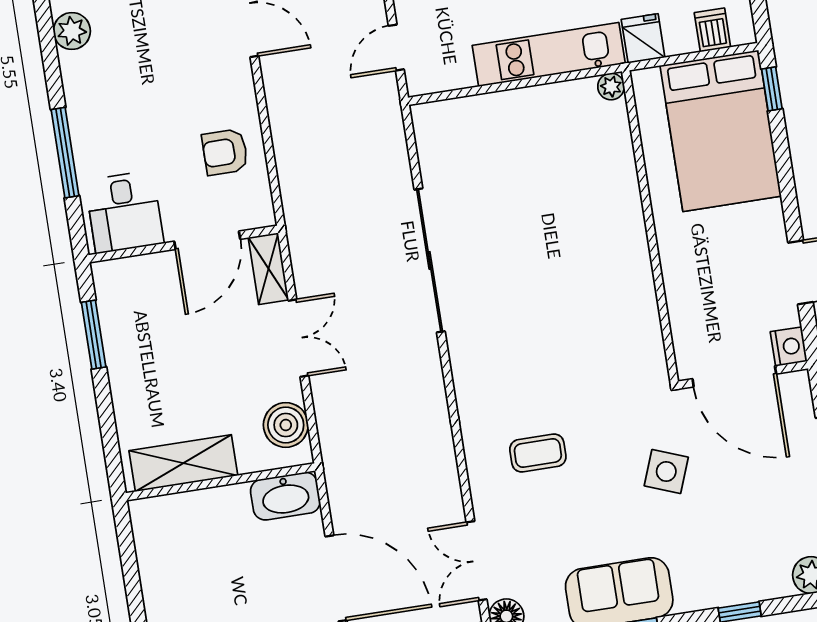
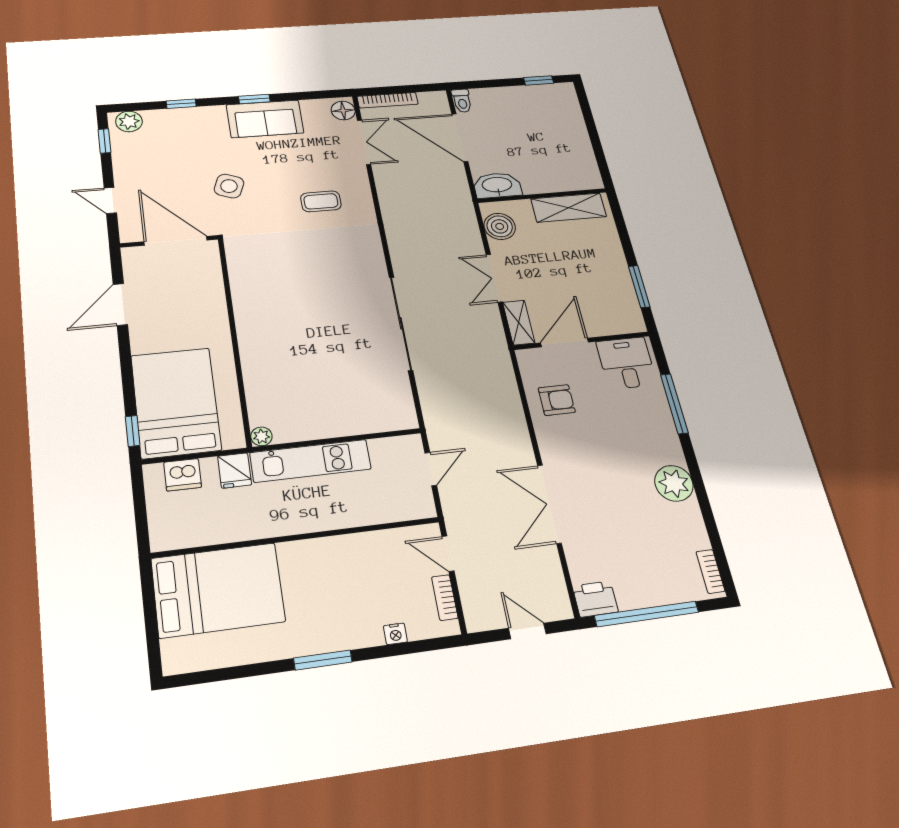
dishwasher: (712, 30) -> (183, 475), width x1.38
plant: (72, 31) -> (674, 483), width x1.36, depth x1.36
nightstand: (789, 347) -> (133, 258), removed

